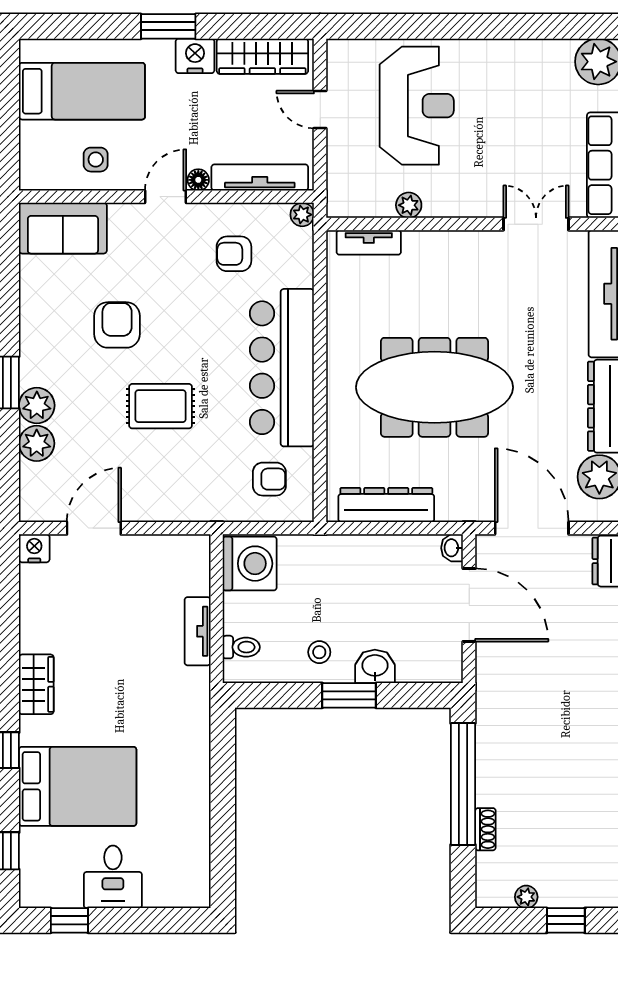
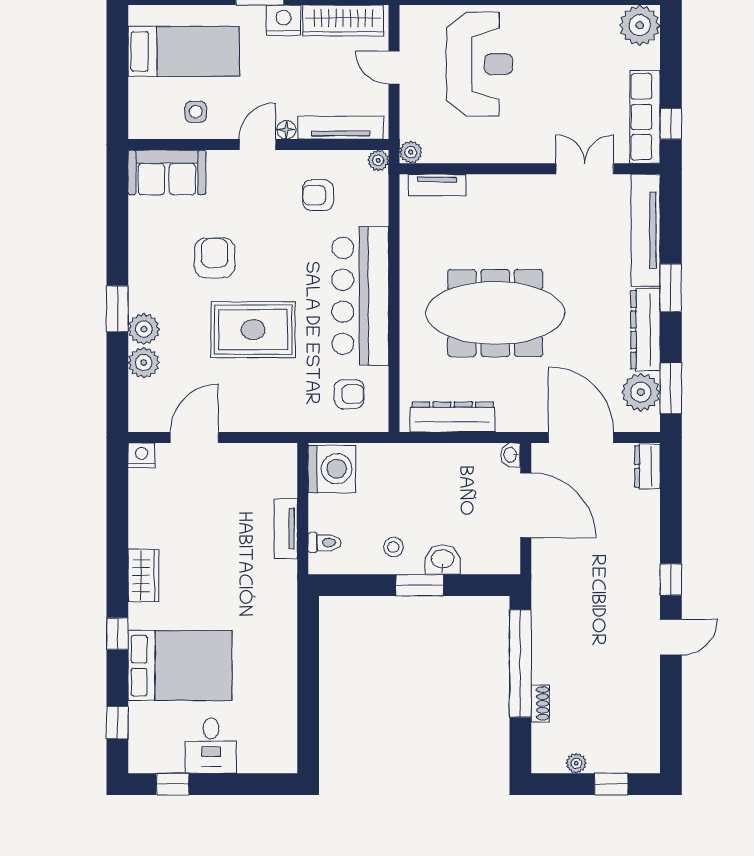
plant: (409, 205) -> (411, 152), moved
rug: (161, 406) -> (253, 330), width x1.36, depth x1.43

